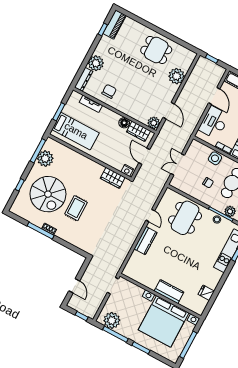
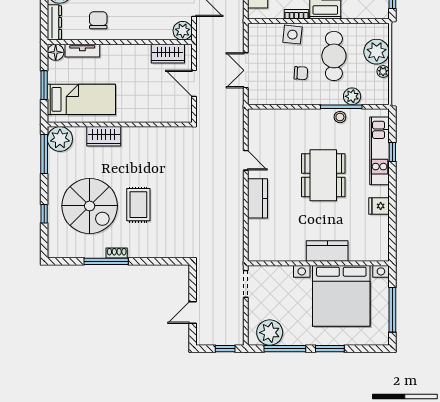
floor lamp: (124, 123) -> (56, 52), moved
plant: (45, 159) -> (60, 139), moved
nightstand: (127, 170) -> (181, 115), removed
wardrobe: (113, 178) -> (104, 136), moved
dining table: (185, 218) -> (323, 175), moved
door: (74, 286) -> (193, 313), swing flipped
fridge: (206, 293) -> (379, 206), moved

